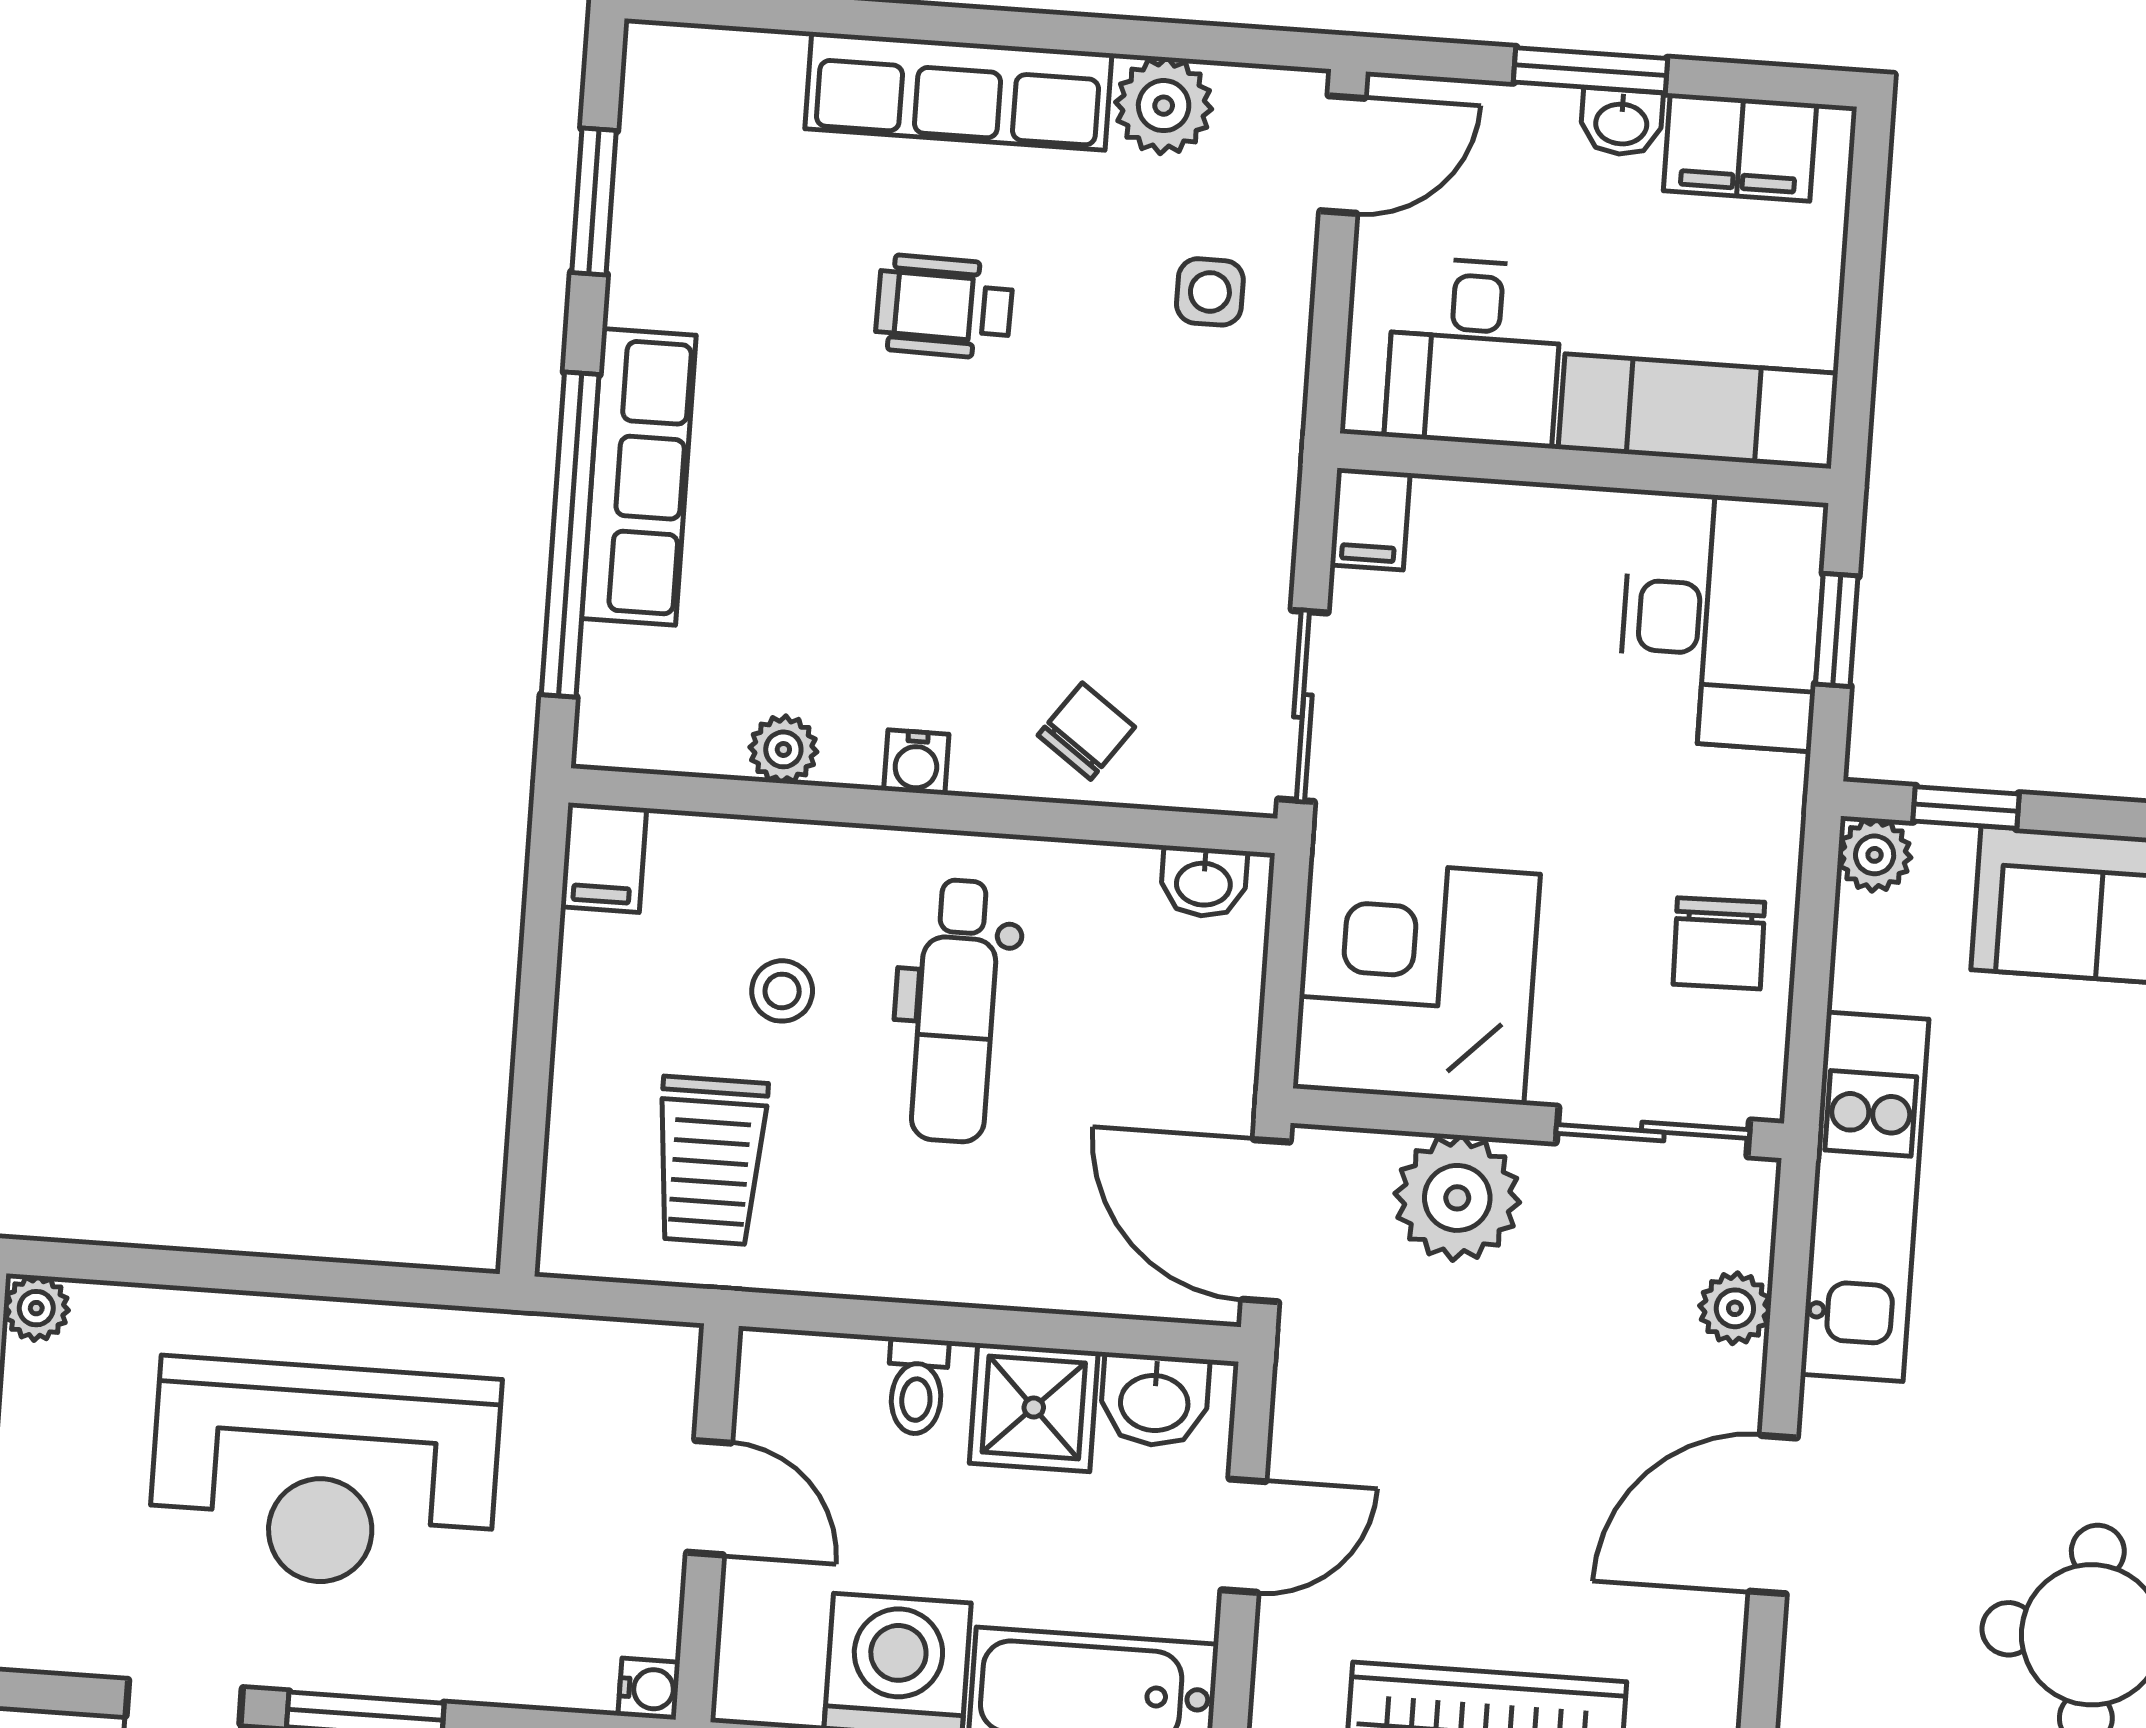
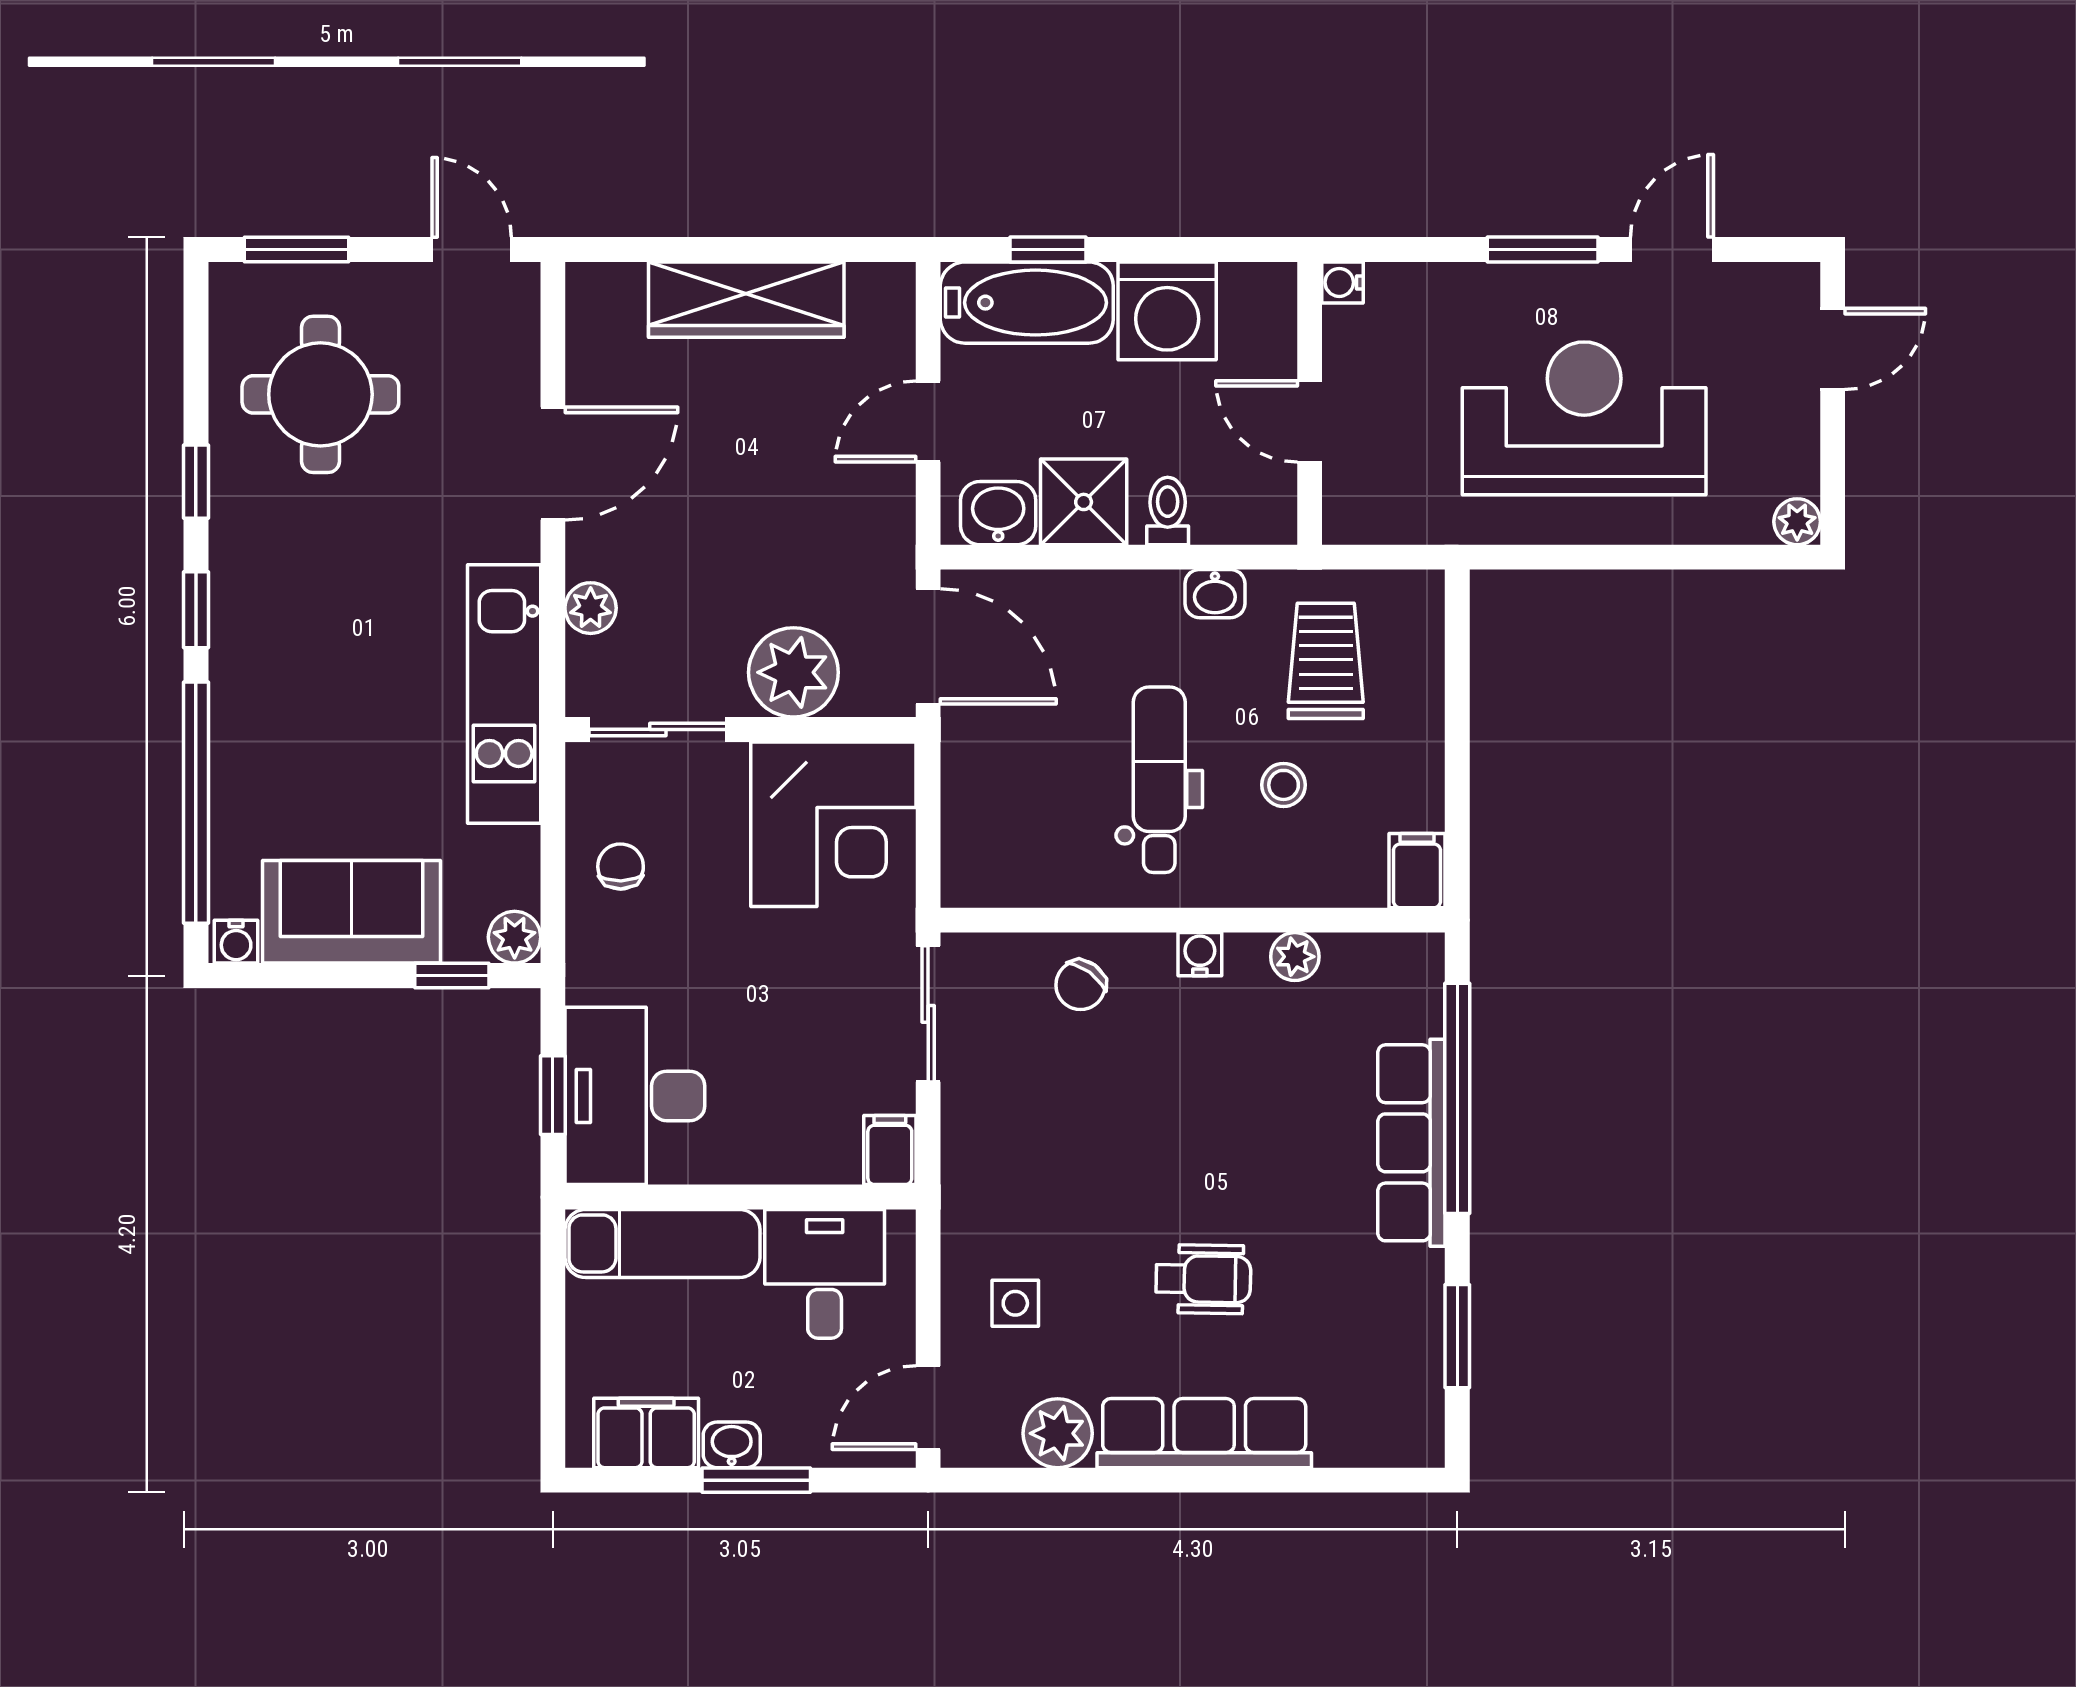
washbasin: (1204, 882) -> (1215, 594), moved, turned 180
chair: (1719, 943) -> (621, 866), width x0.73, depth x0.73

